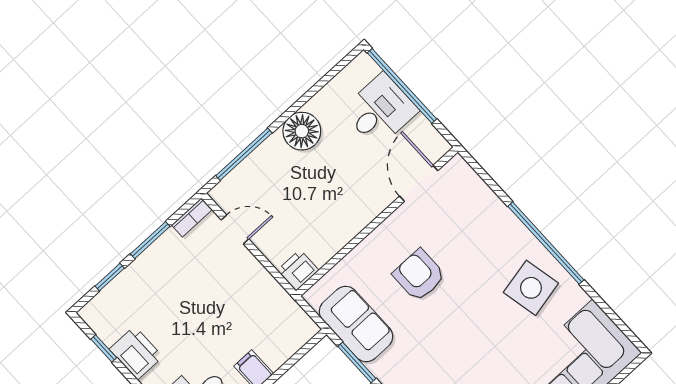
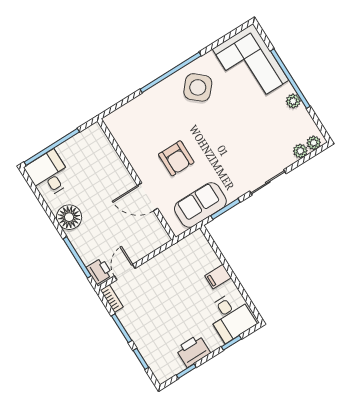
desk: (380, 110) -> (49, 174), moved
door: (419, 183) -> (148, 197), moved
printer: (298, 270) -> (99, 271), moved, turned 180
armchair: (419, 275) -> (176, 158), turned -90
side table: (531, 288) -> (198, 87), turned -37

